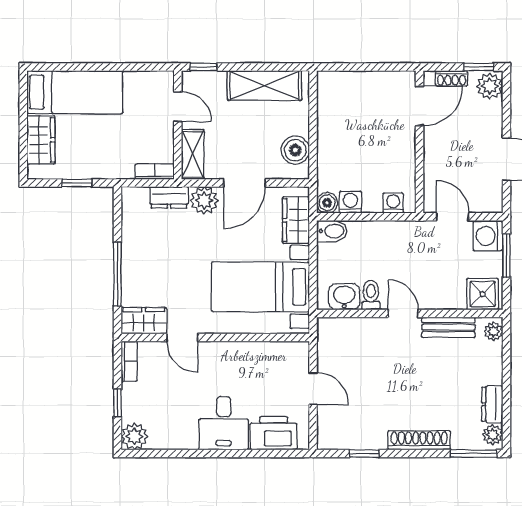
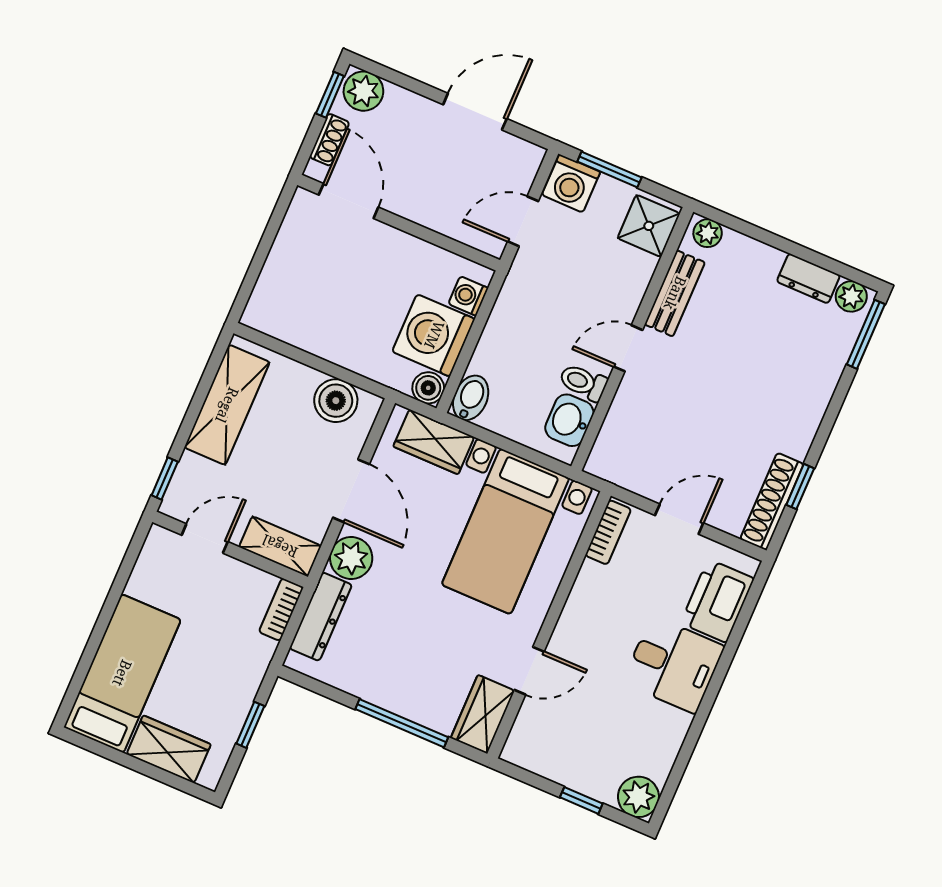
dresser: (169, 197) -> (321, 617), width x1.44
washing machine: (350, 202) -> (434, 335), width x1.89, depth x1.89
bookcase: (129, 361) -> (608, 532), moved, turned 90
shoe rack: (419, 440) -> (772, 502), moved

